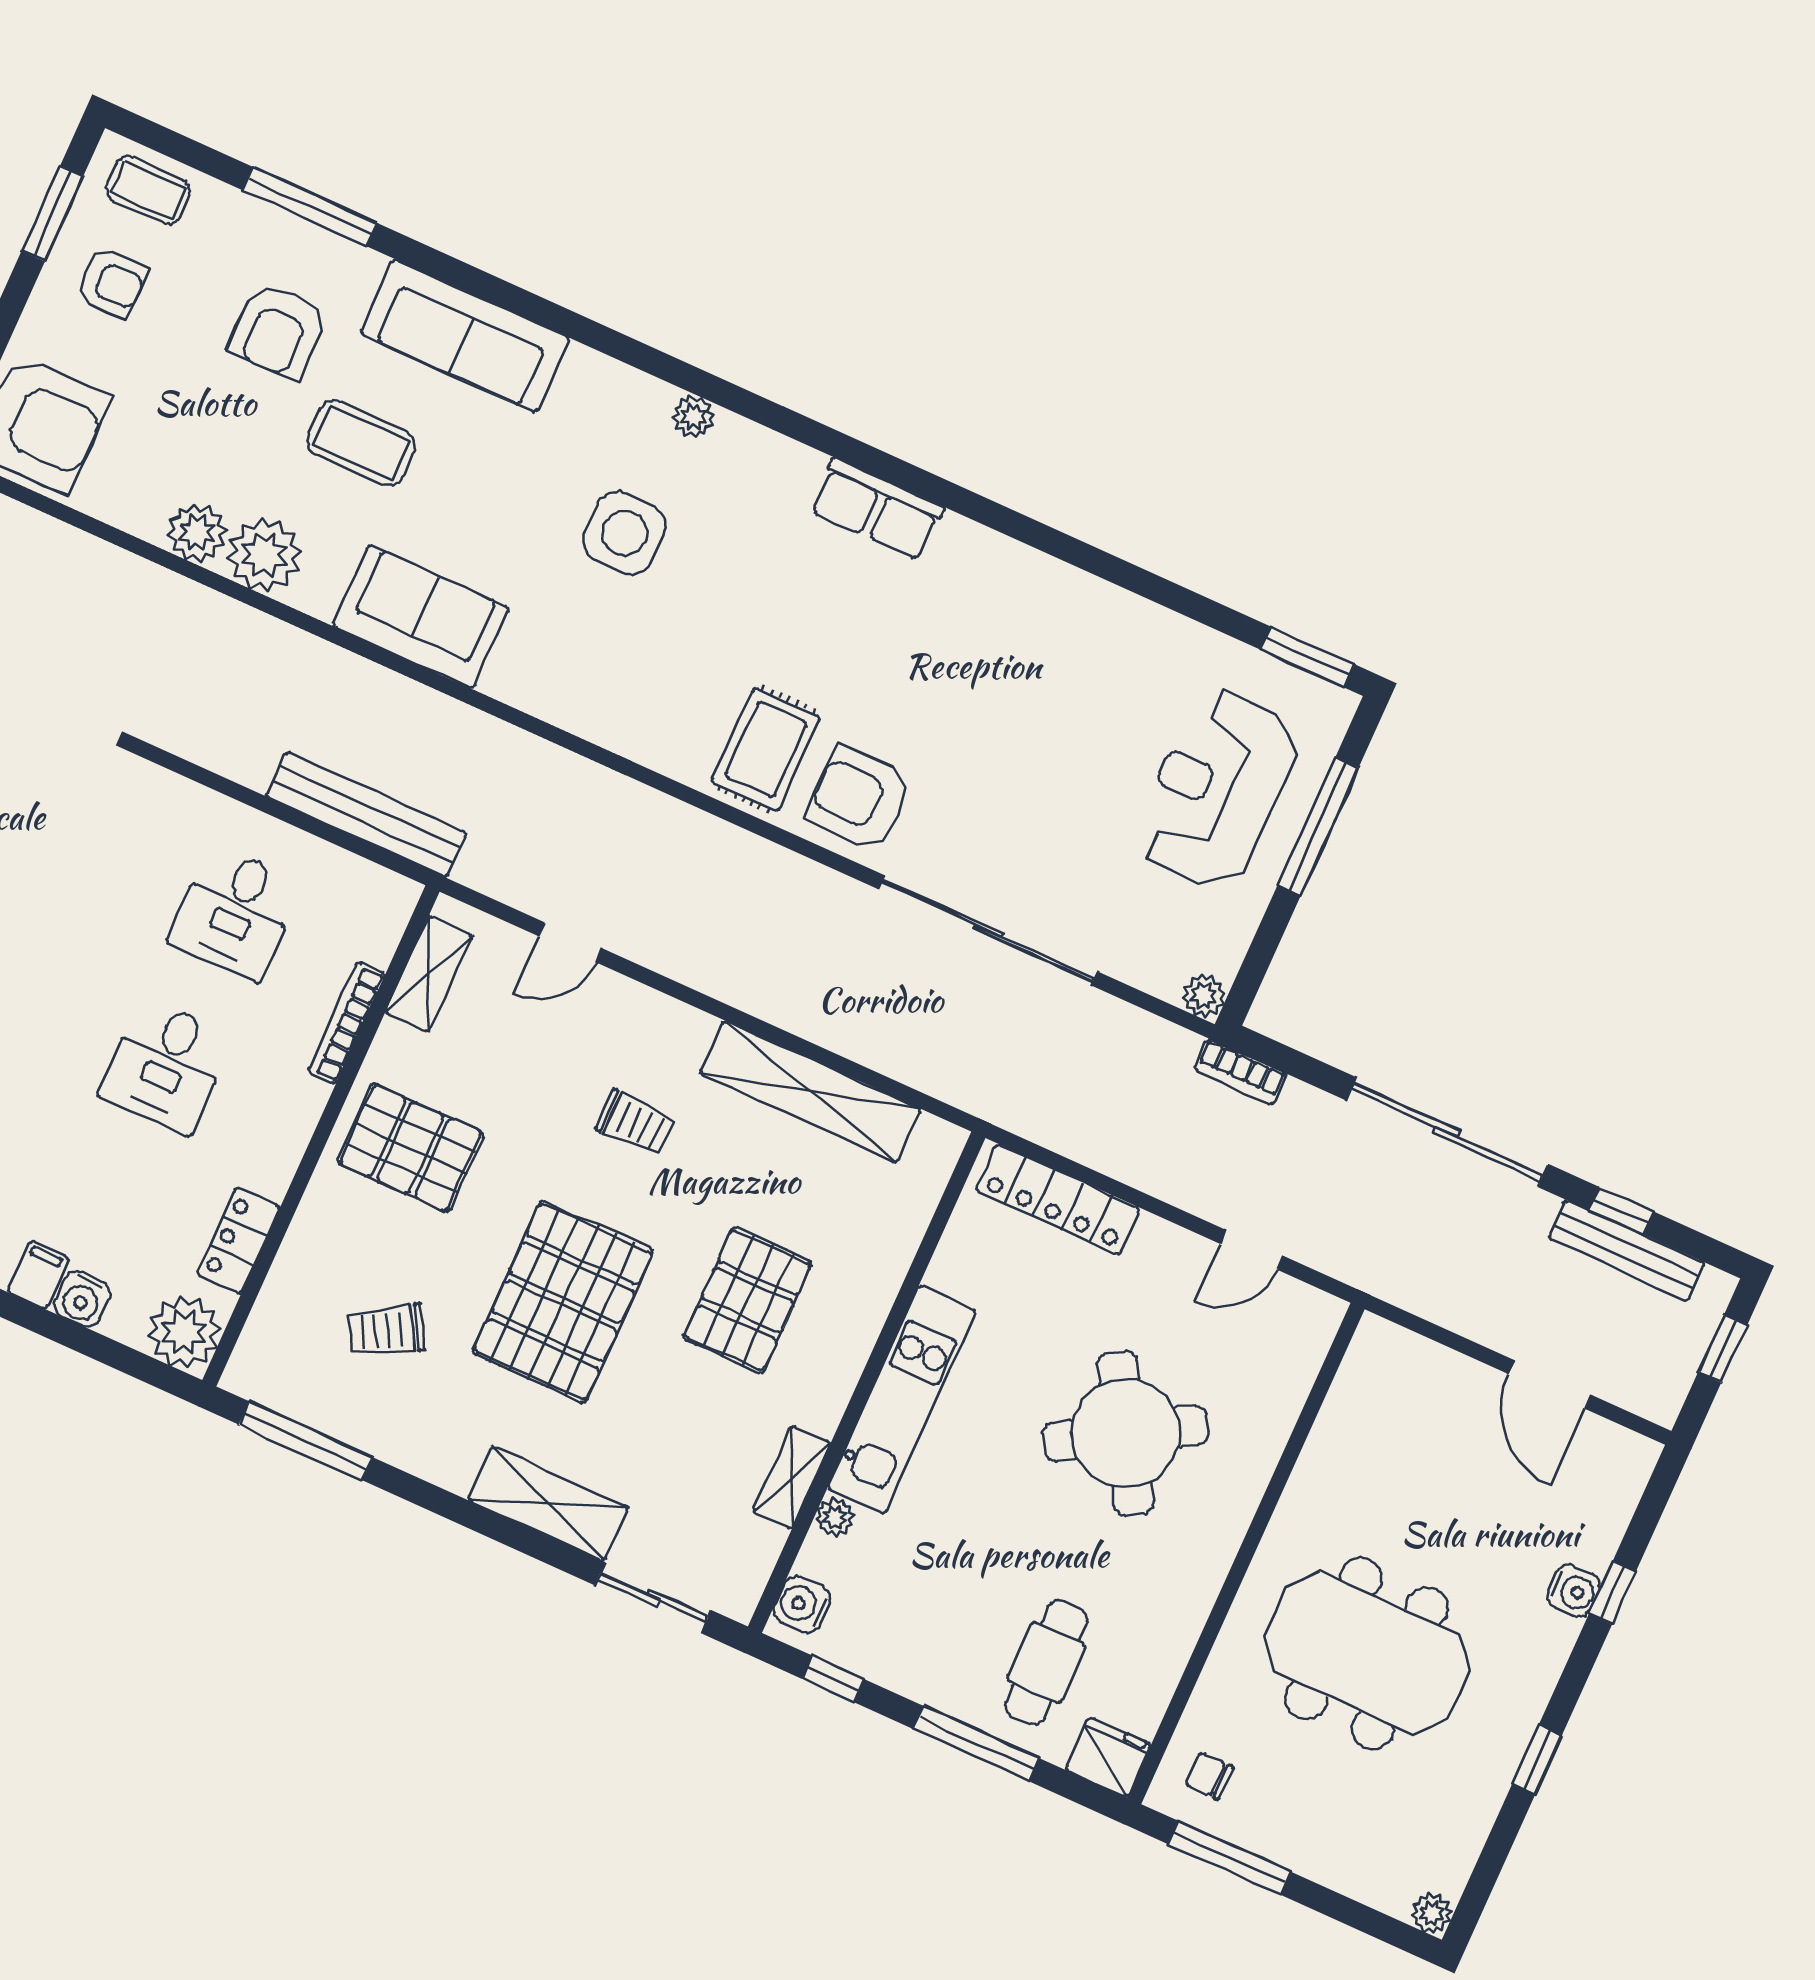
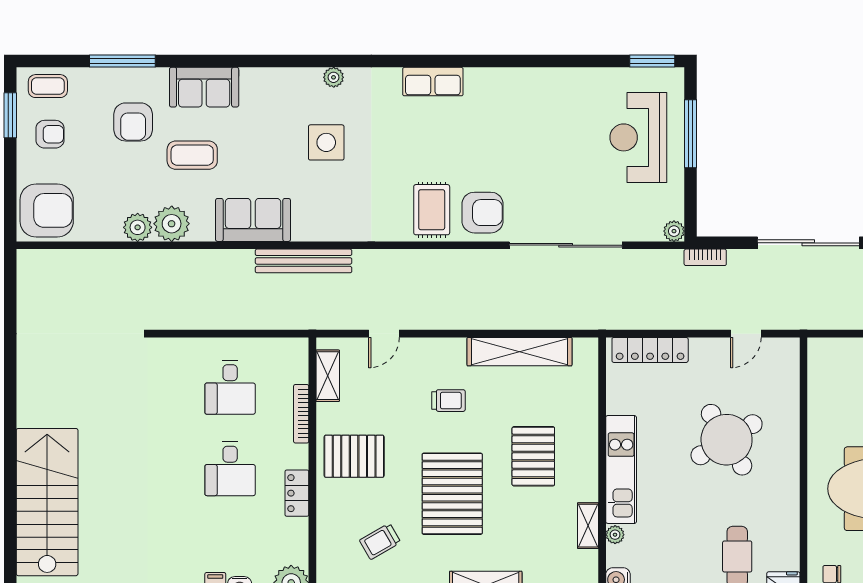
sofa: (465, 336) -> (204, 87), width x0.73
armchair: (859, 798) -> (483, 213), turned 180
bench: (366, 815) -> (304, 261), moved
locker: (238, 1241) -> (297, 493), moved

